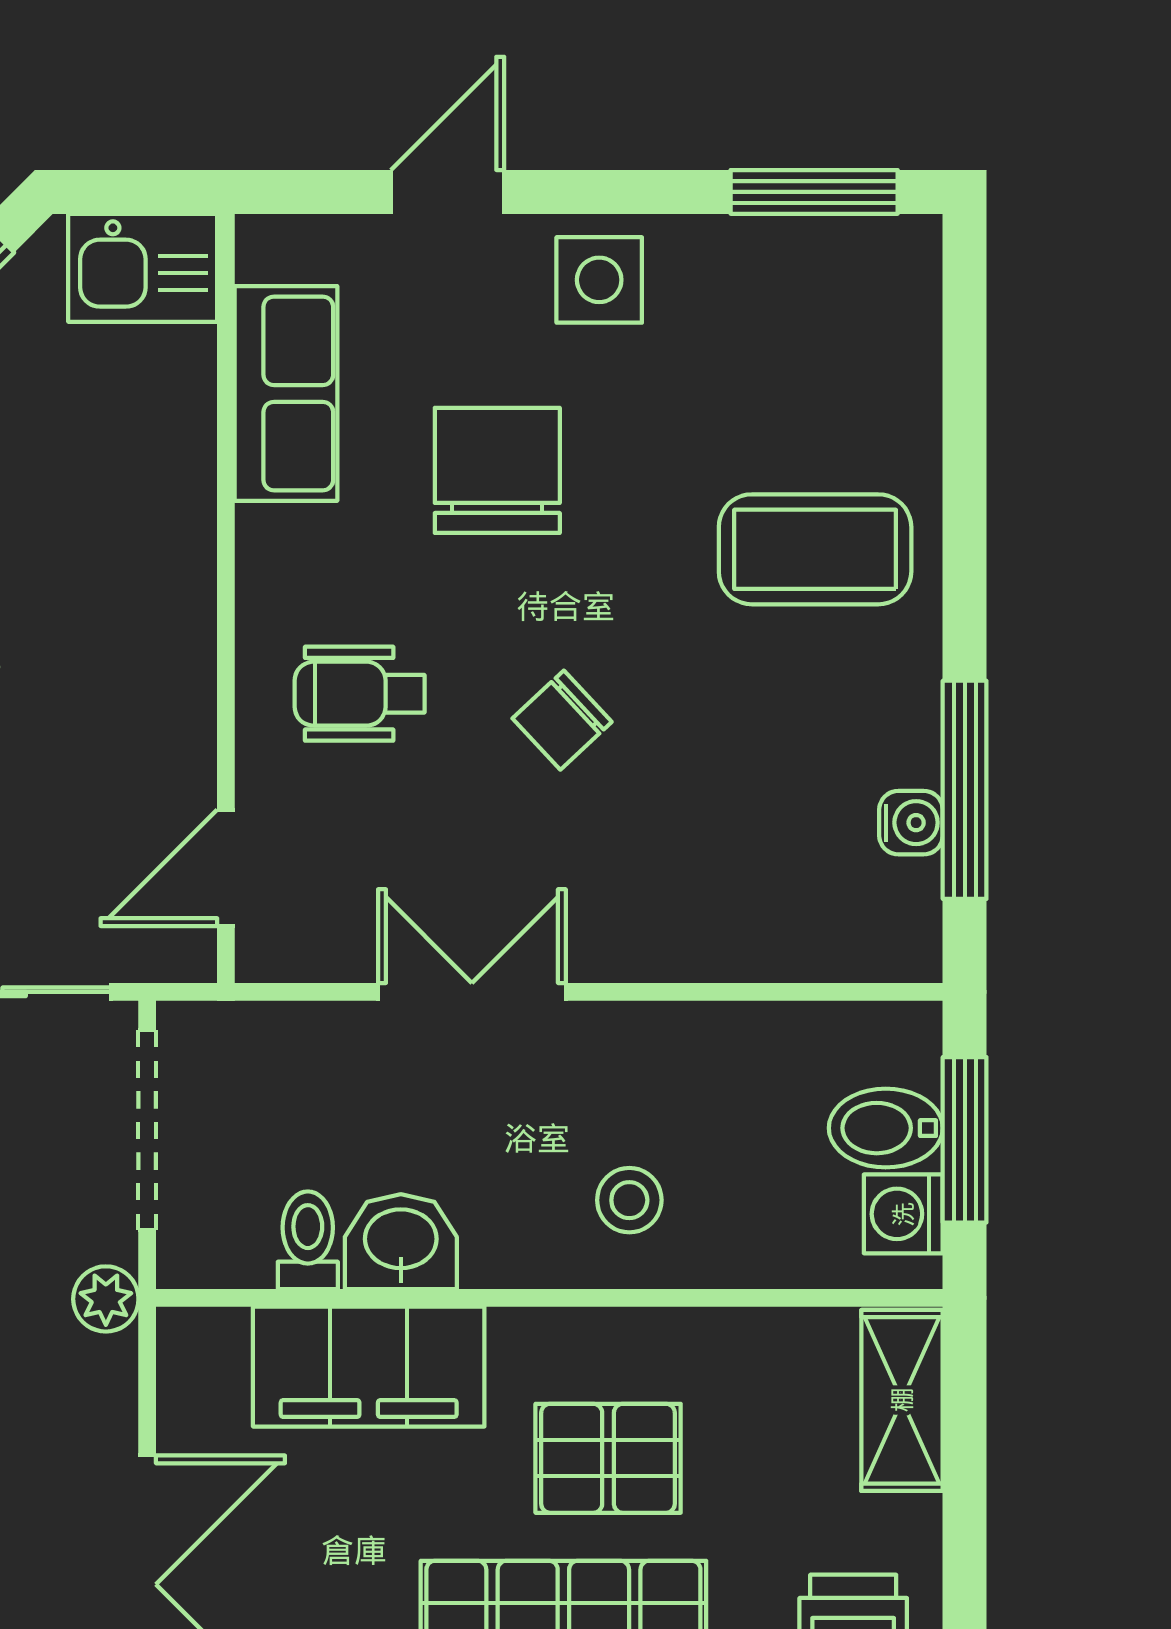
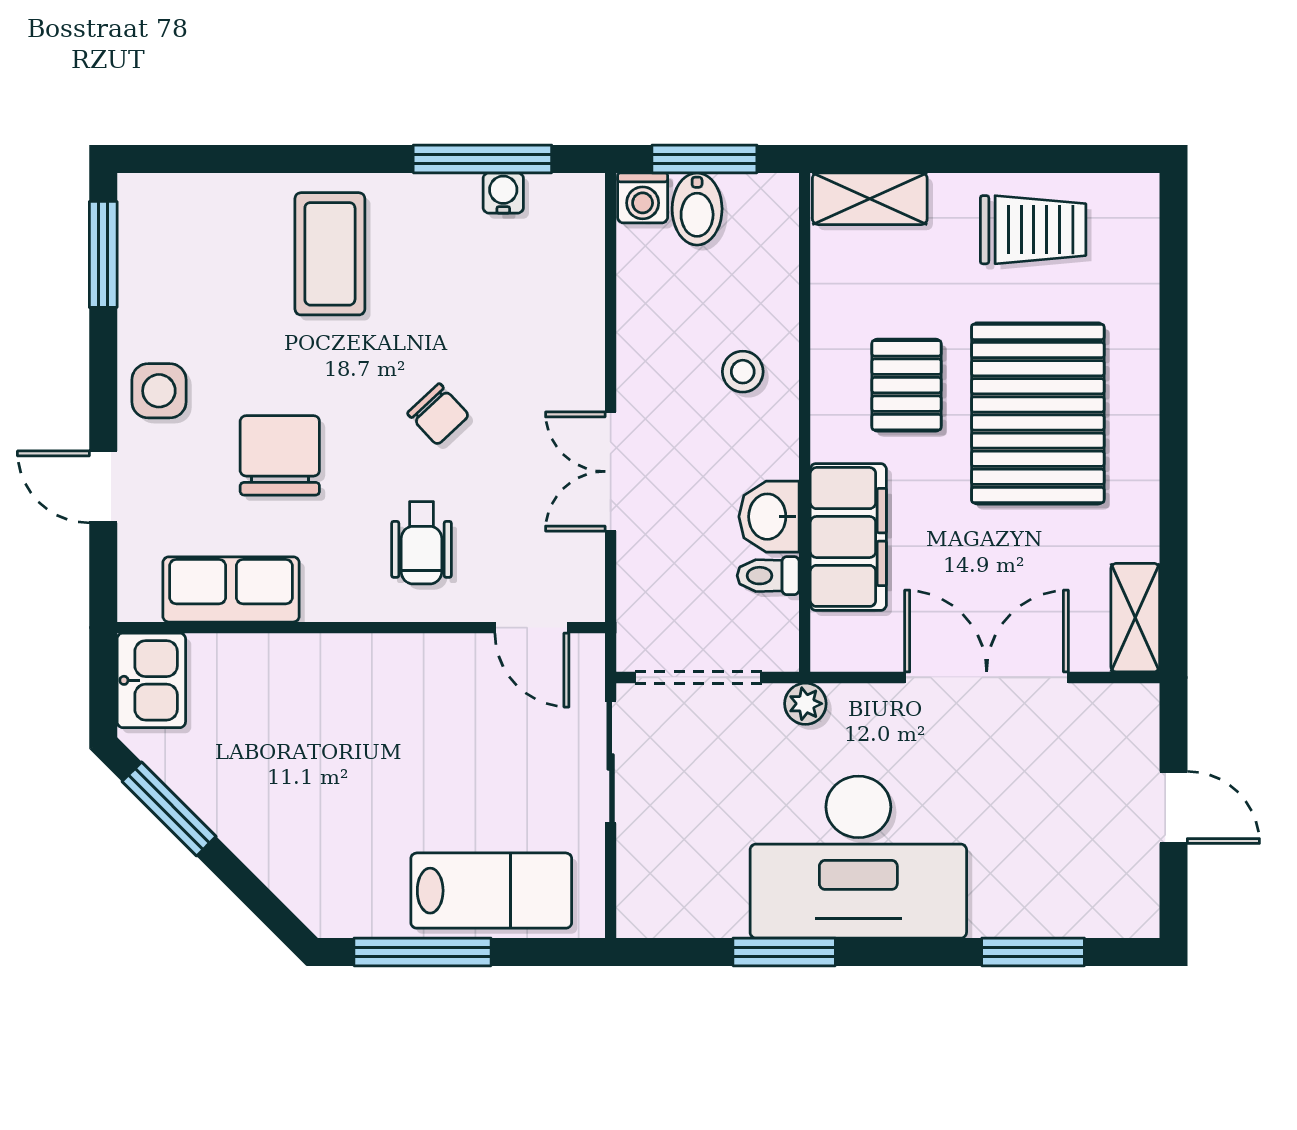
chair: (497, 470) -> (280, 455), turned 90
washing machine: (903, 1214) -> (643, 198), moved

